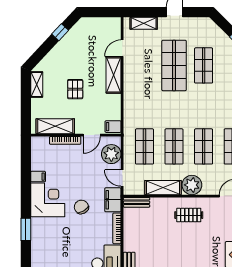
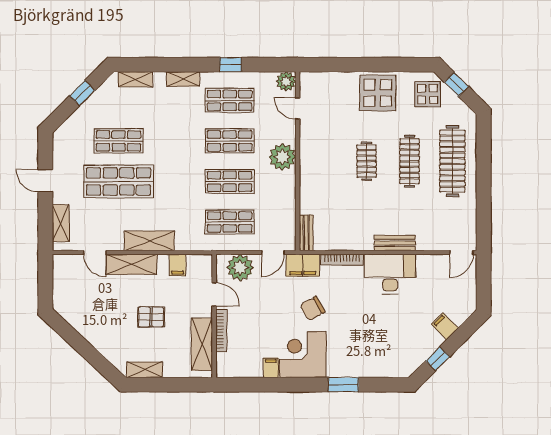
window: (60, 32) -> (73, 338), removed
filing cabinet: (113, 127) -> (177, 265), moved
shelving: (163, 188) -> (149, 241), moved, turned 90
clothes rail: (189, 215) -> (367, 161), moved

